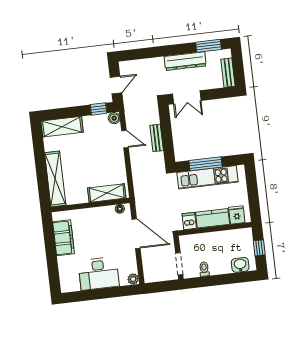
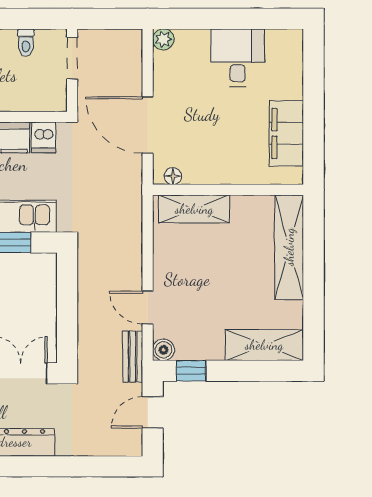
bench: (157, 138) -> (133, 357), moved
desk: (99, 274) -> (238, 58), width x0.73

